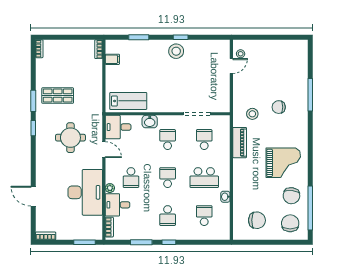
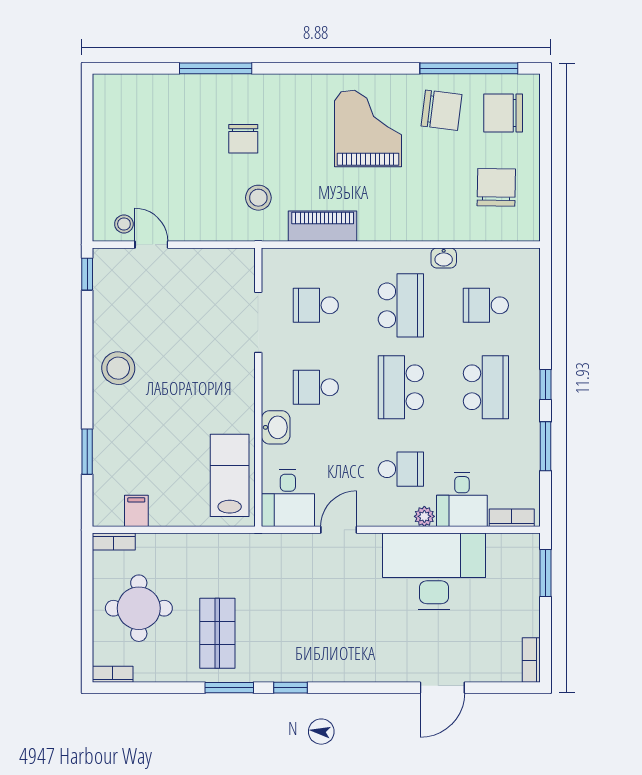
window: (181, 37) -> (87, 274), moved
round table: (70, 138) -> (139, 608), moved
school desk: (168, 178) -> (401, 387), width x1.85
school desk: (168, 216) -> (486, 387), width x1.85

